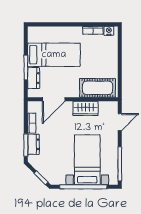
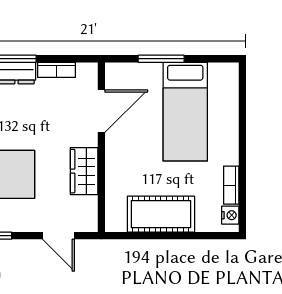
dresser: (34, 78) -> (141, 73), removed
cot: (97, 88) -> (161, 214), moved, turned 90
door: (54, 99) -> (101, 111), swing flipped

